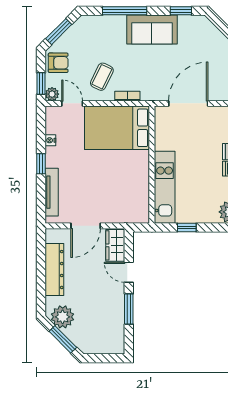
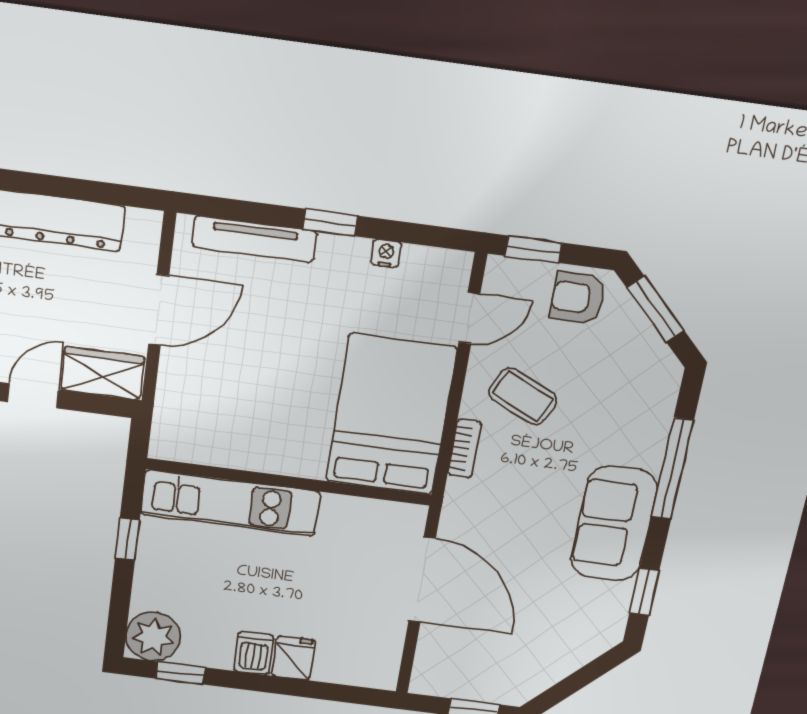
armchair: (58, 63) -> (578, 298), turned 90
plant: (52, 94) -> (502, 273), removed
door: (86, 226) -> (159, 310), swing flipped

